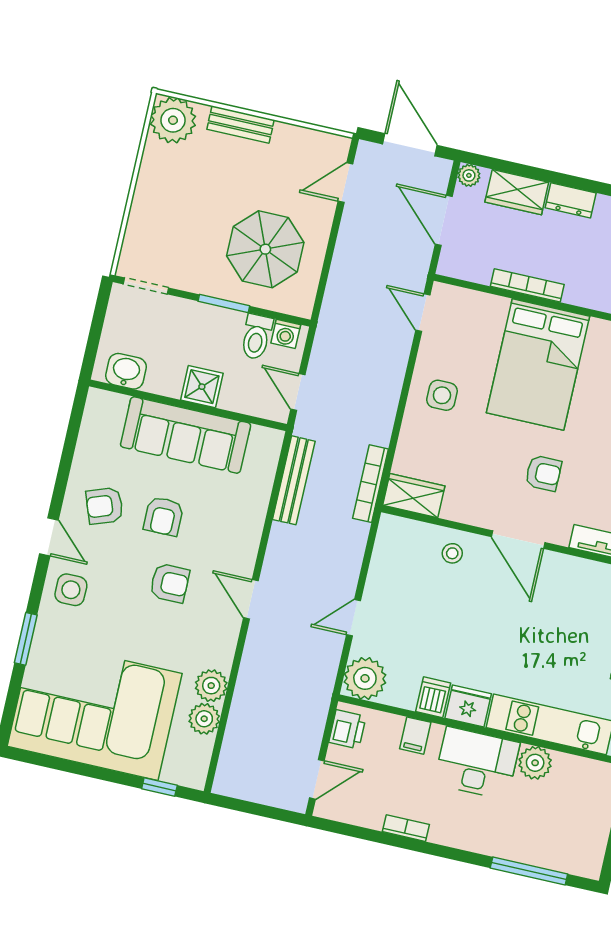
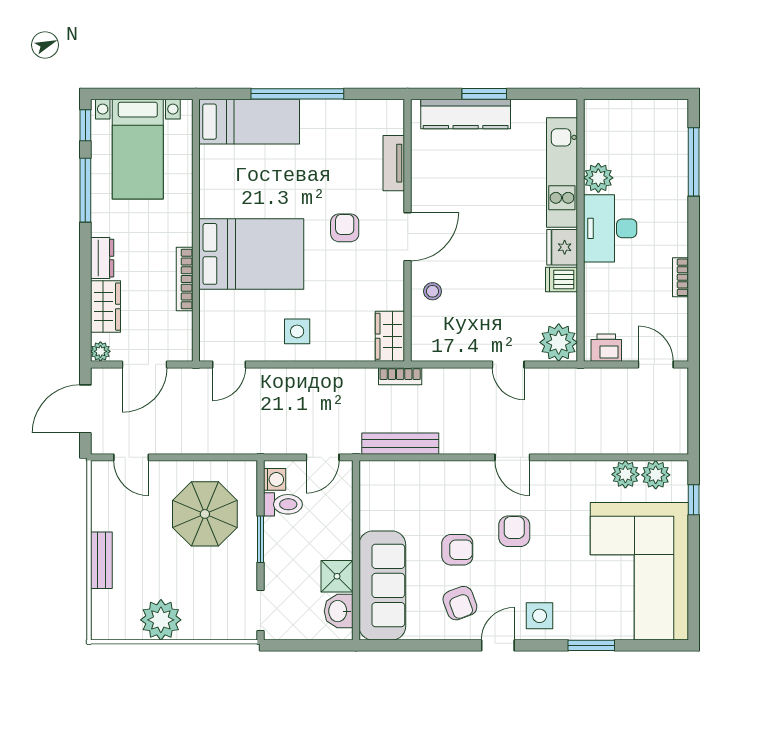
plant: (173, 120) -> (161, 620), moved
shower: (202, 387) -> (337, 576), moved
sofa: (186, 435) -> (382, 585), moved
bookcase: (370, 484) -> (400, 376), width x0.64
door: (251, 599) -> (512, 457), hinge flipped
plant: (211, 686) -> (656, 475), moved
filing cabinet: (415, 736) -> (598, 287), removed

